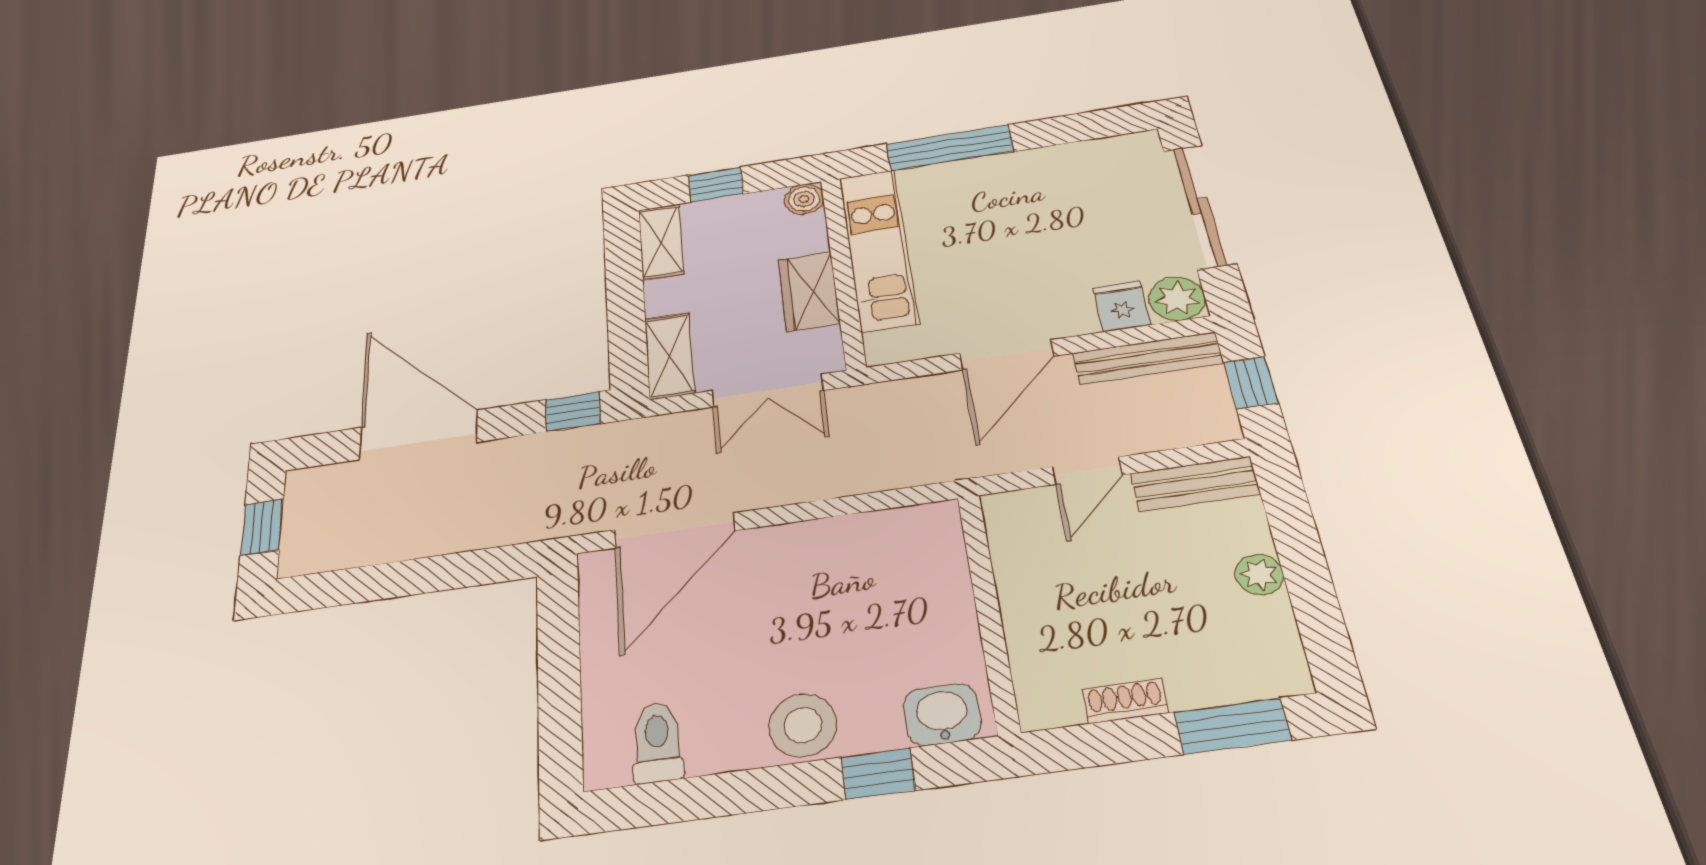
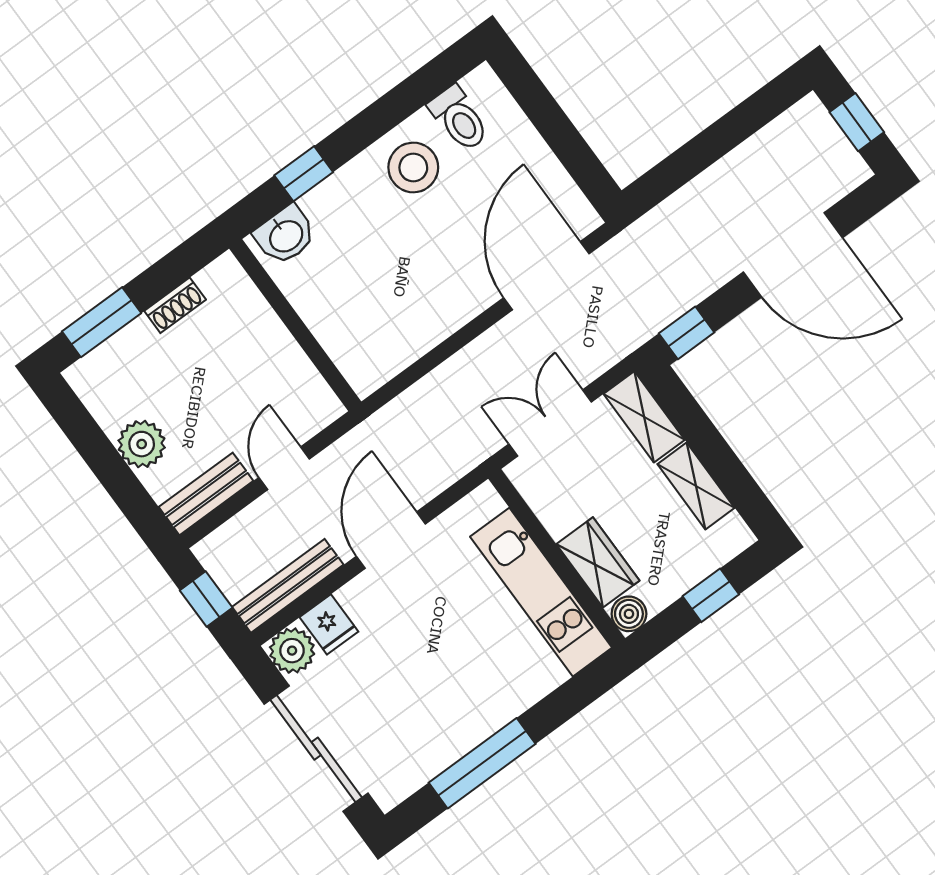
window: (950, 148) -> (482, 763), moved
shelving: (661, 242) -> (696, 486), moved
wardrobe: (809, 291) -> (598, 562), moved
plant: (1259, 575) -> (142, 444), width x1.38, depth x1.38
stool: (803, 725) -> (413, 167), moved

